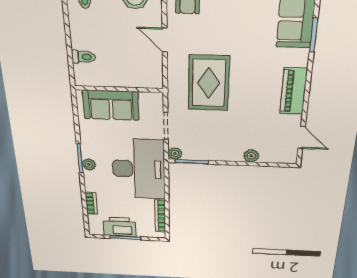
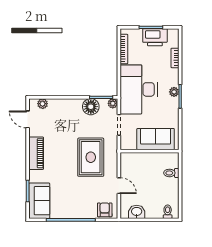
floor lamp: (207, 151) -> (91, 107), added
plant: (251, 156) -> (43, 104), moved

